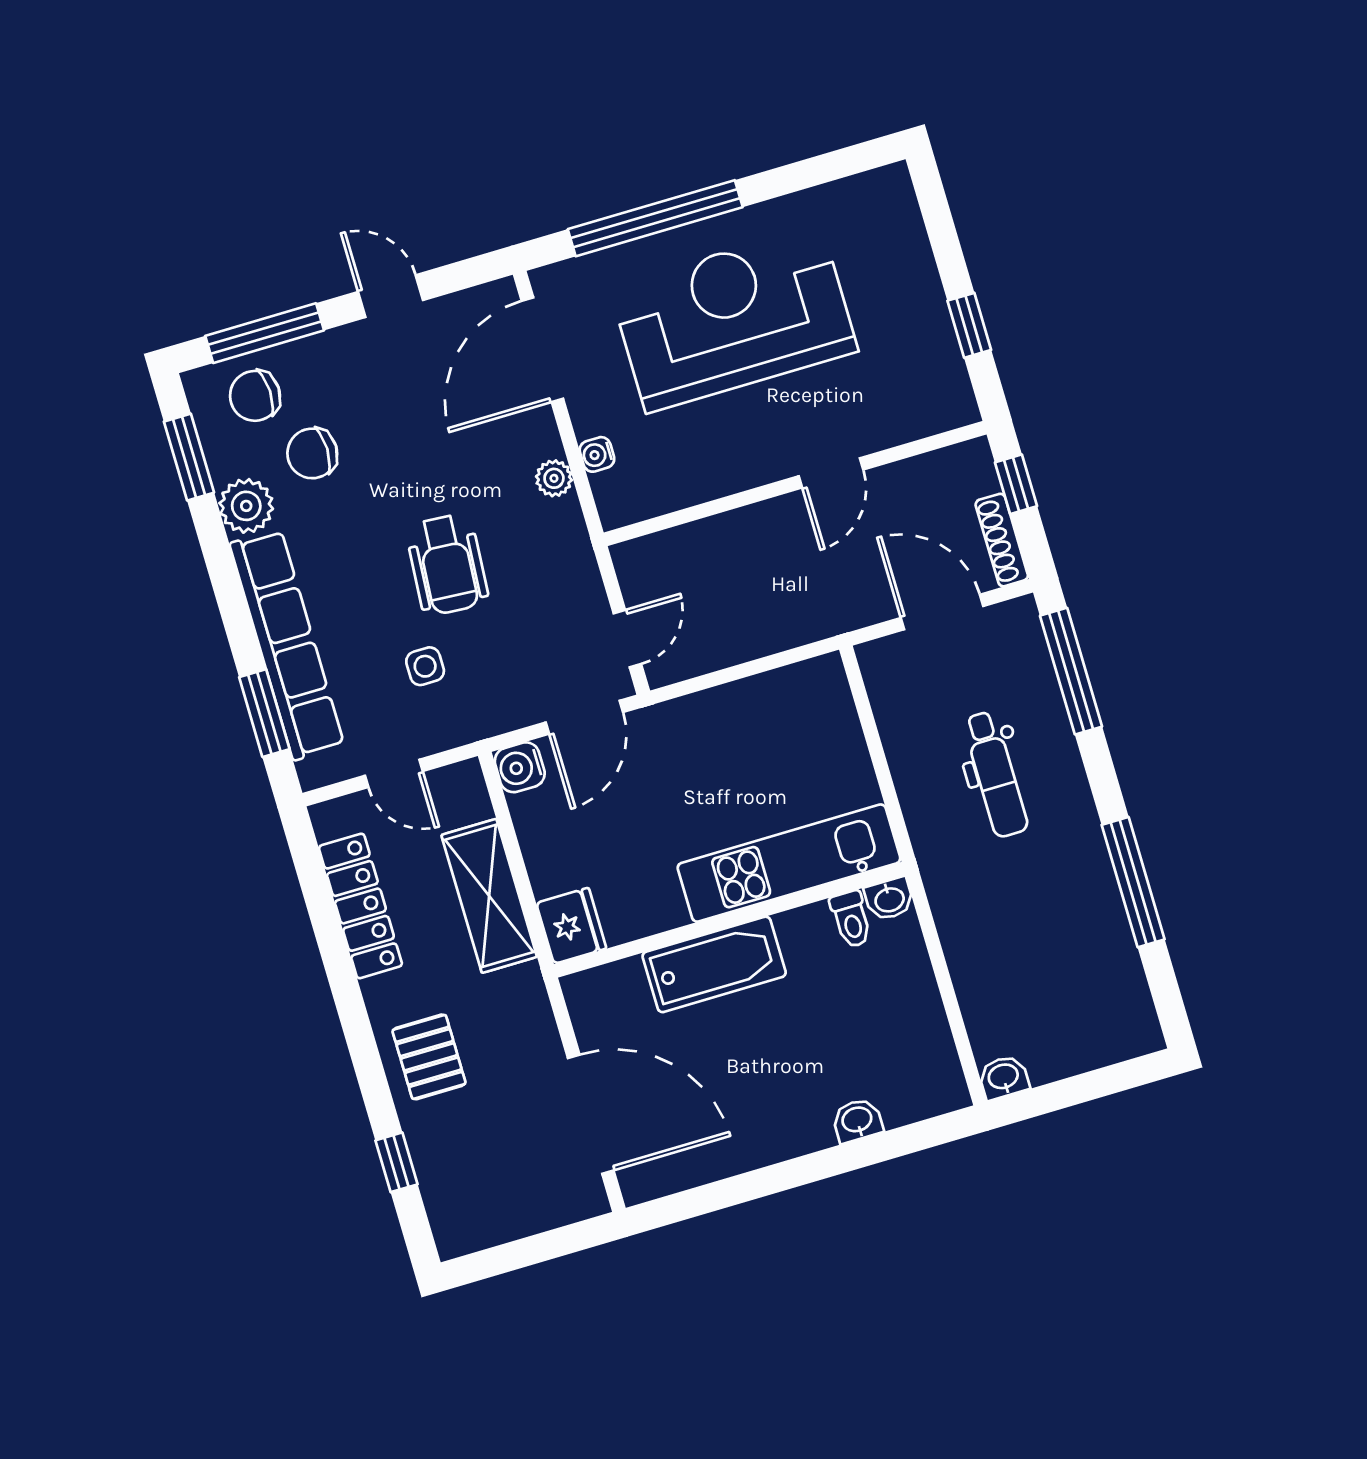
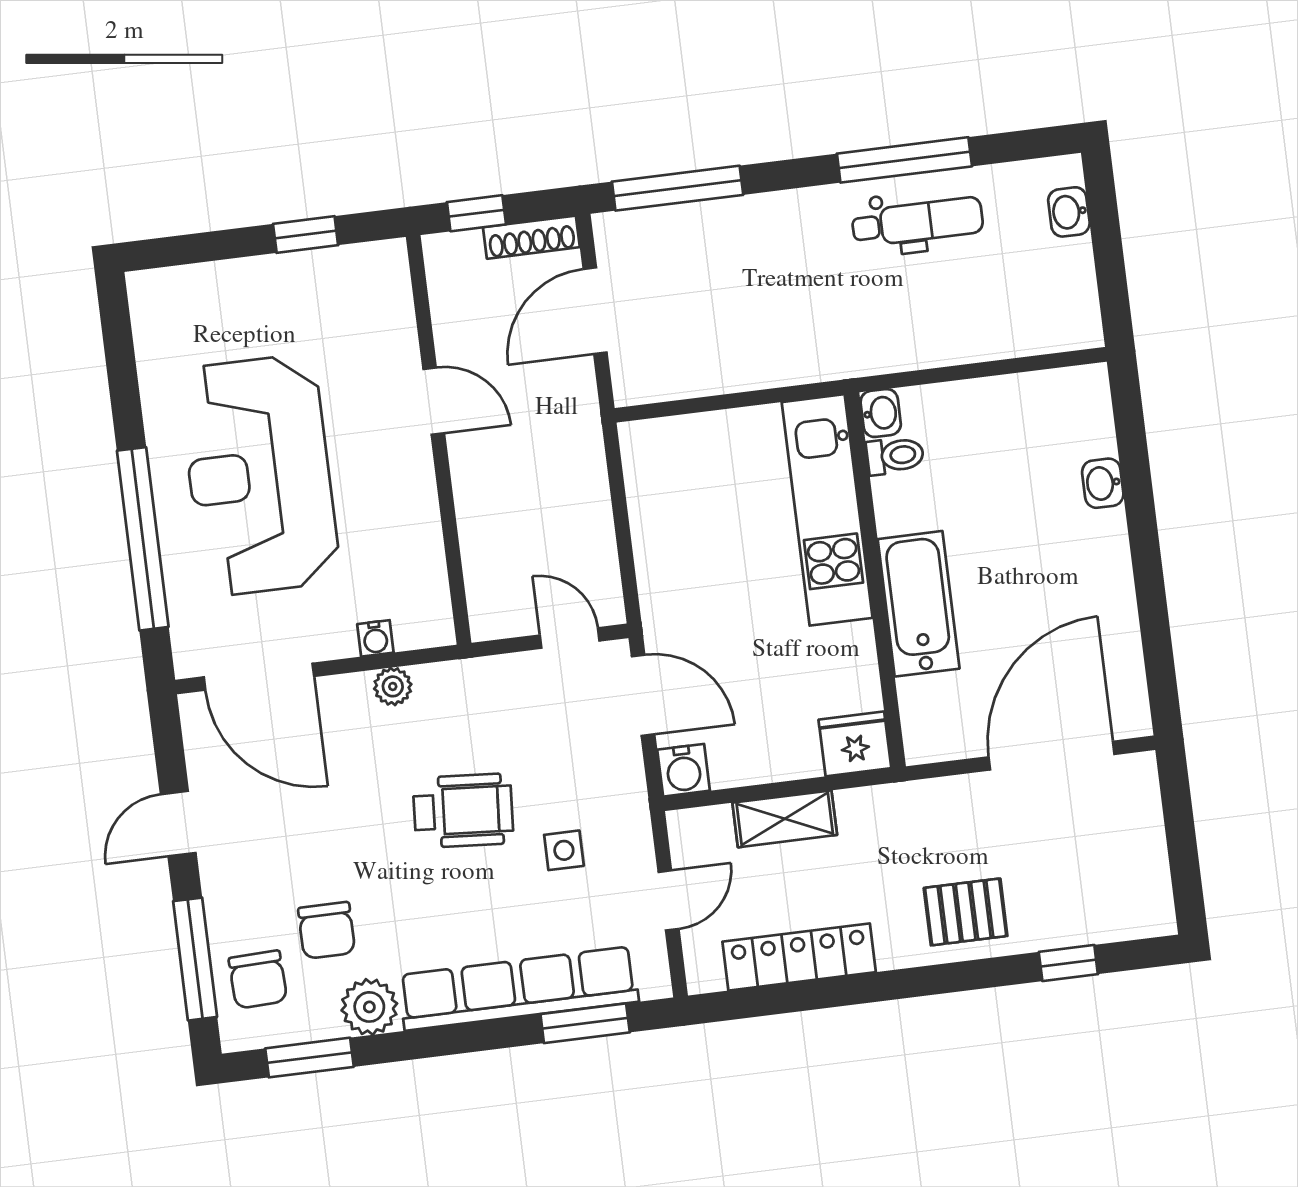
dental chair: (995, 774) -> (917, 222), moved
shelving: (489, 896) -> (785, 819), width x0.67, depth x0.75
washbasin: (1004, 1077) -> (1069, 212), moved

